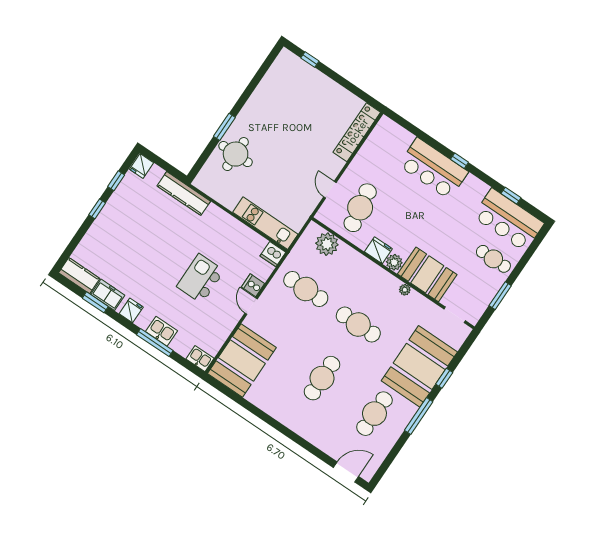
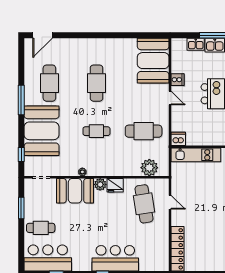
cooker: (253, 285) -> (178, 80), moved
cafe table: (358, 325) -> (96, 131), width x0.73, depth x0.74
kitchen sink: (200, 359) -> (196, 44), moved
window: (444, 378) -> (21, 154), moved

